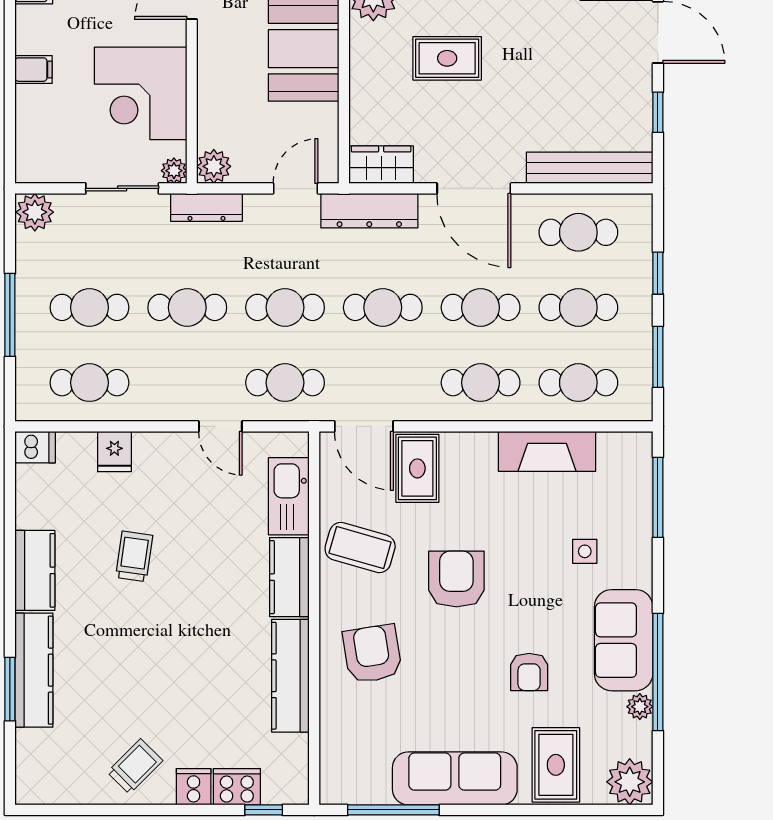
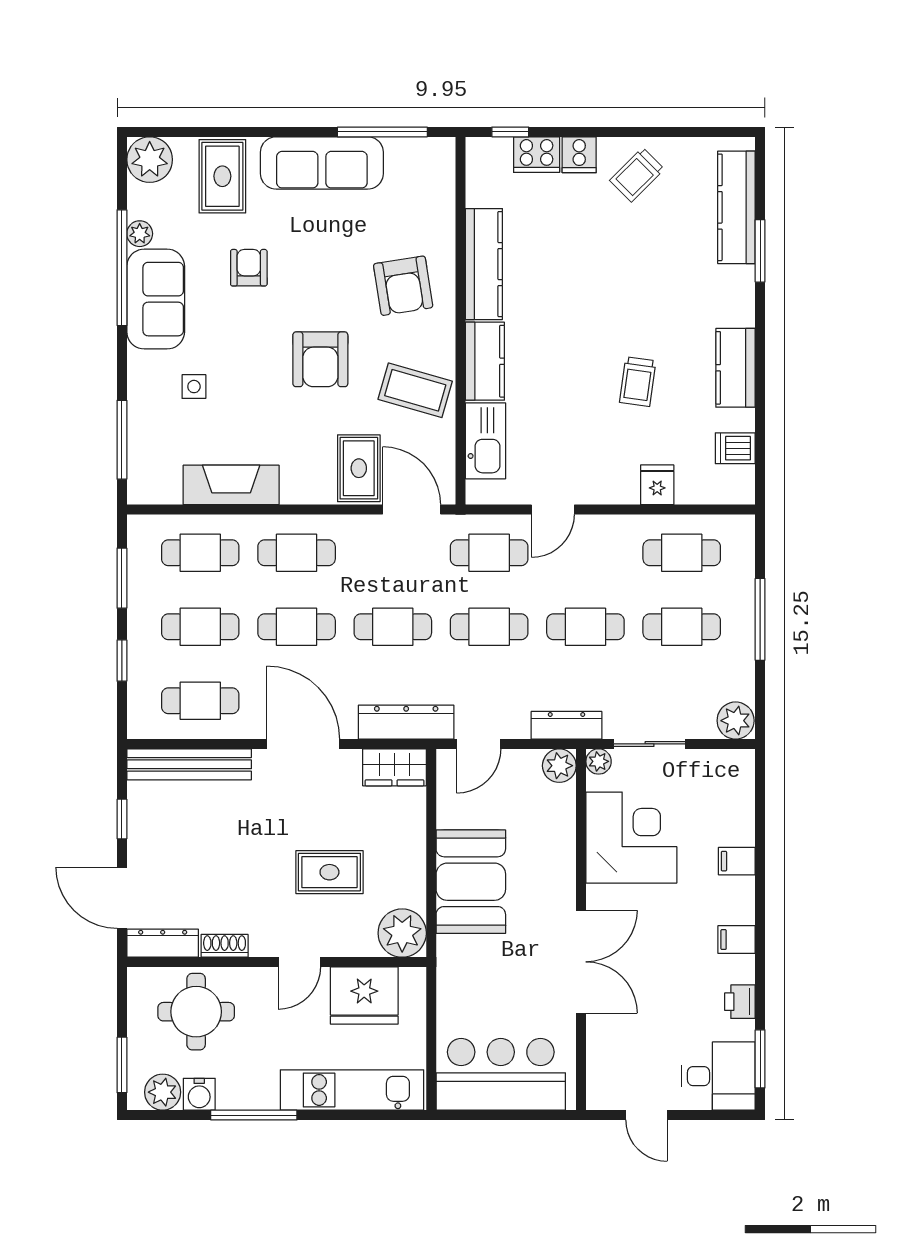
door: (220, 426) -> (553, 510), swing flipped
dishwasher: (35, 447) -> (735, 448), moved
kitchen counter: (34, 670) -> (736, 207), moved

